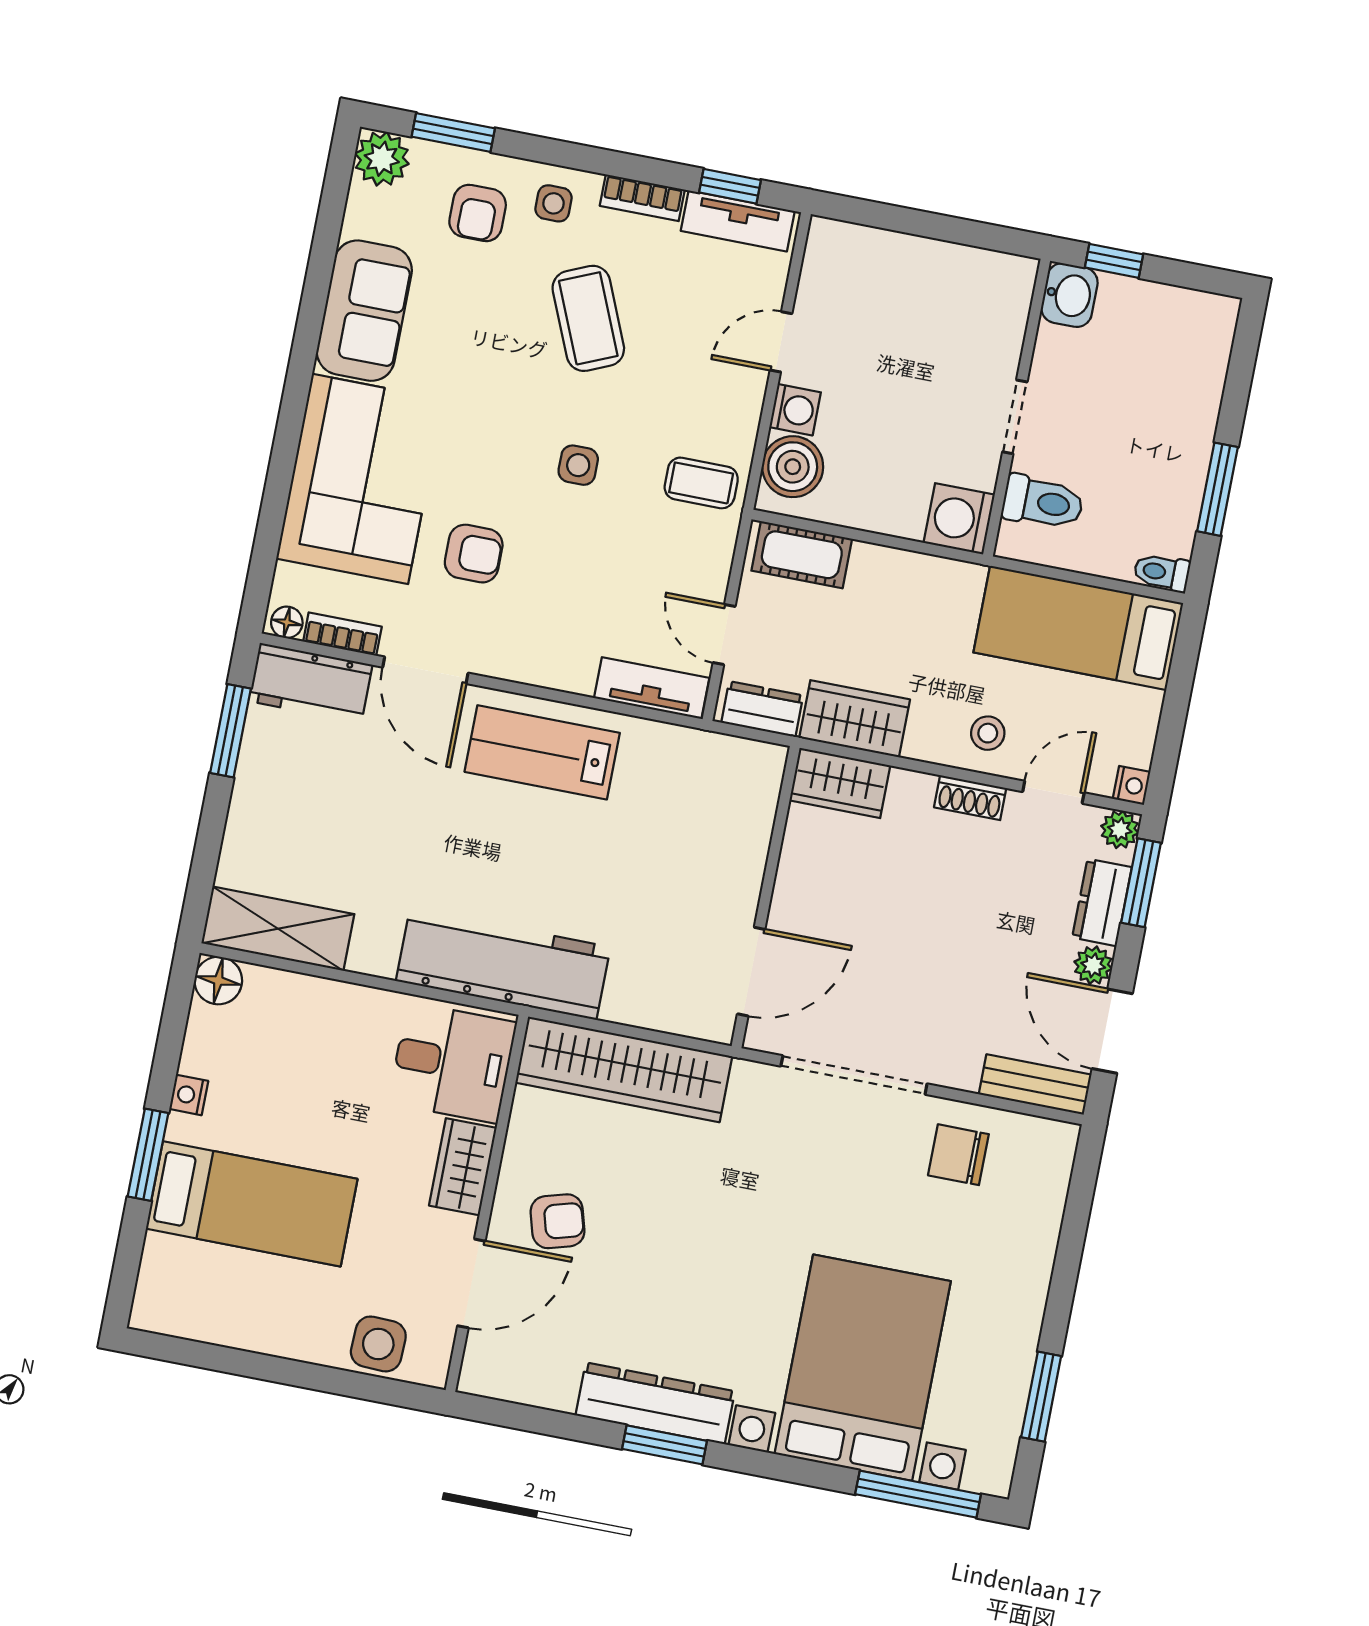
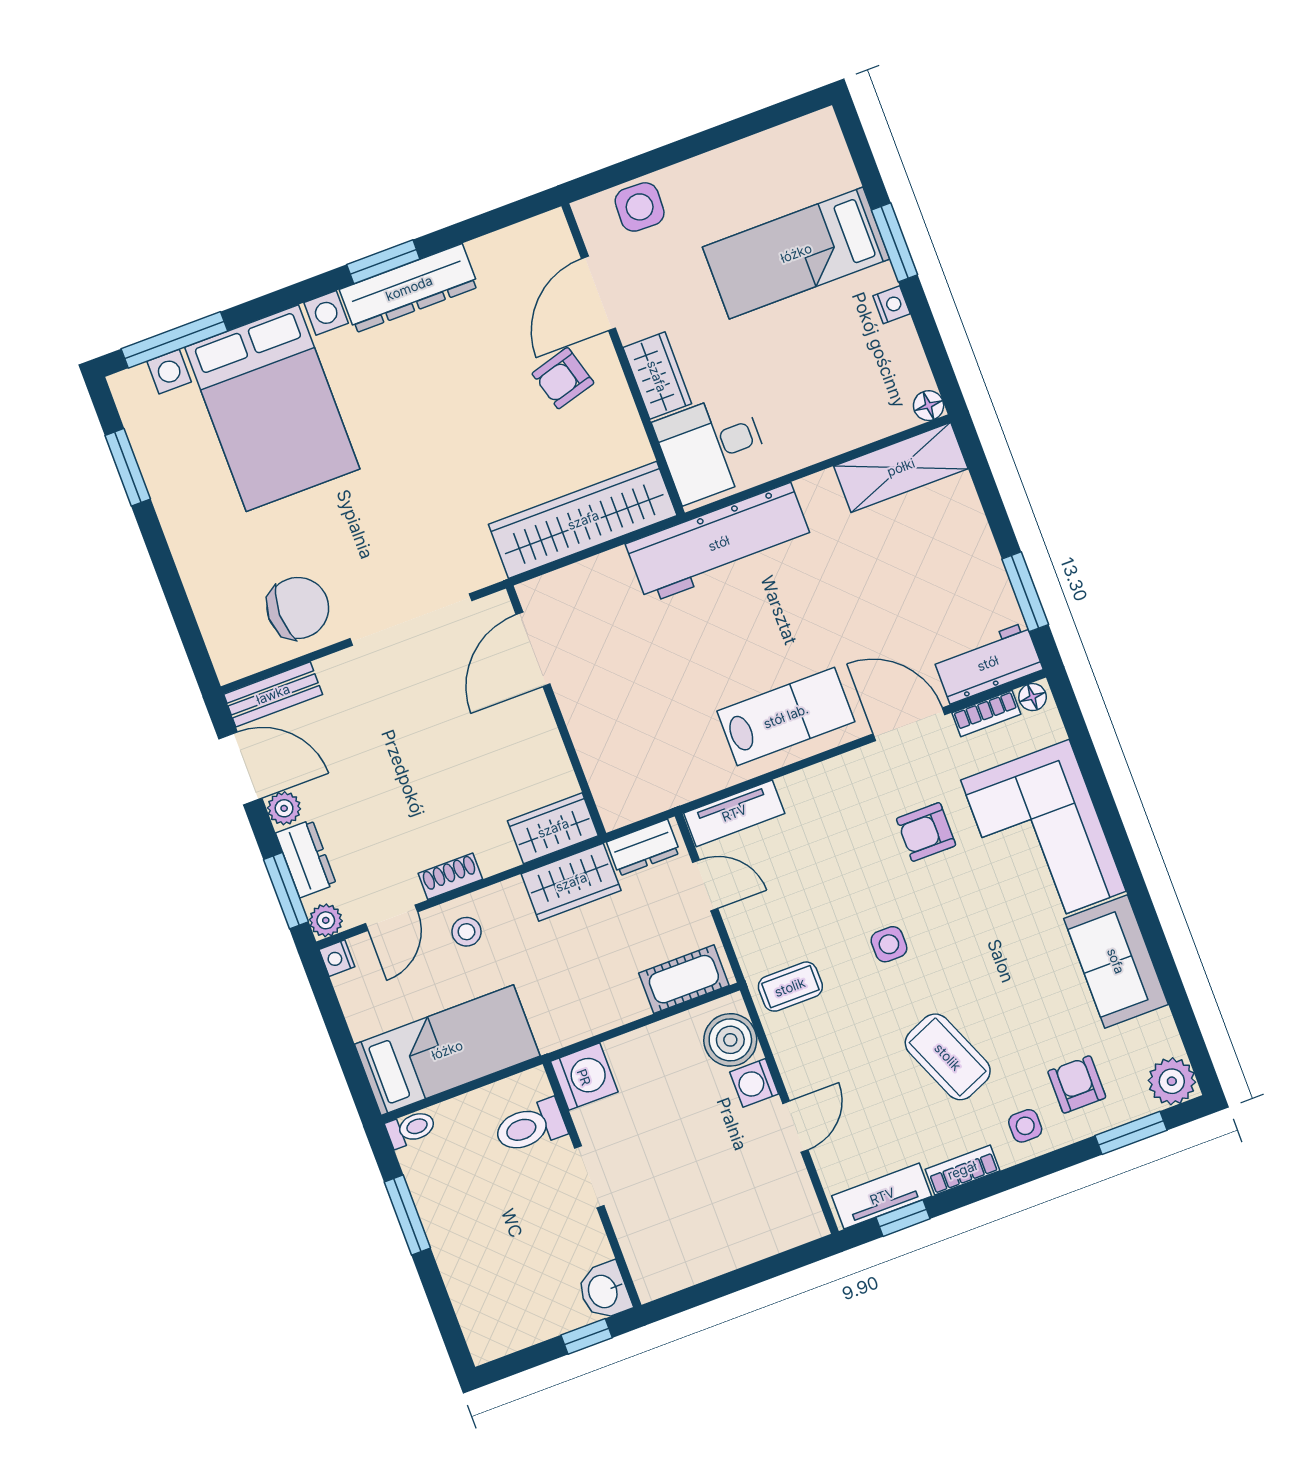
floor lamp: (218, 981) -> (929, 406), width x0.73, depth x0.73
chair: (958, 1155) -> (298, 608), width x1.37, depth x1.37

